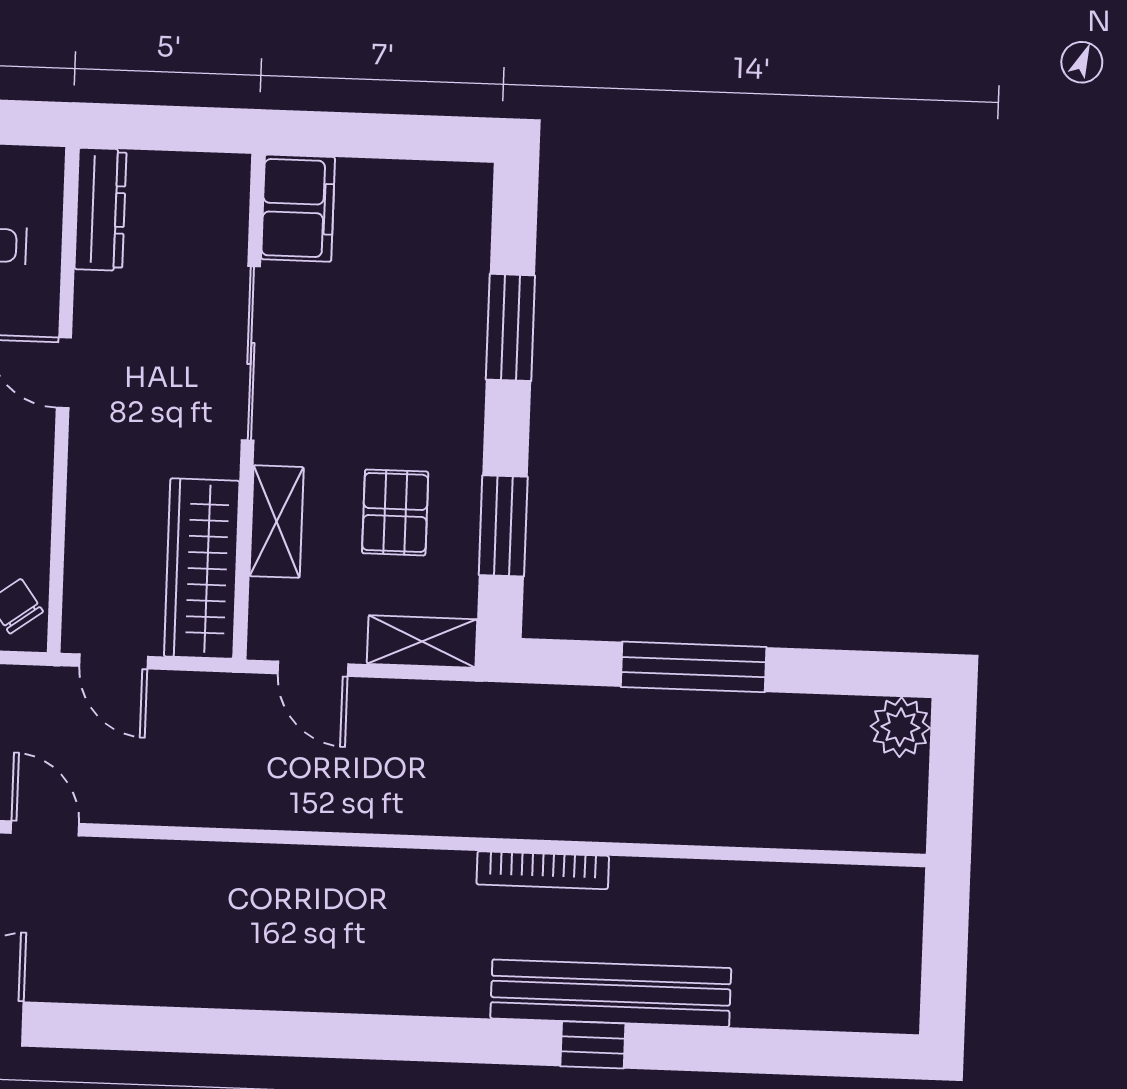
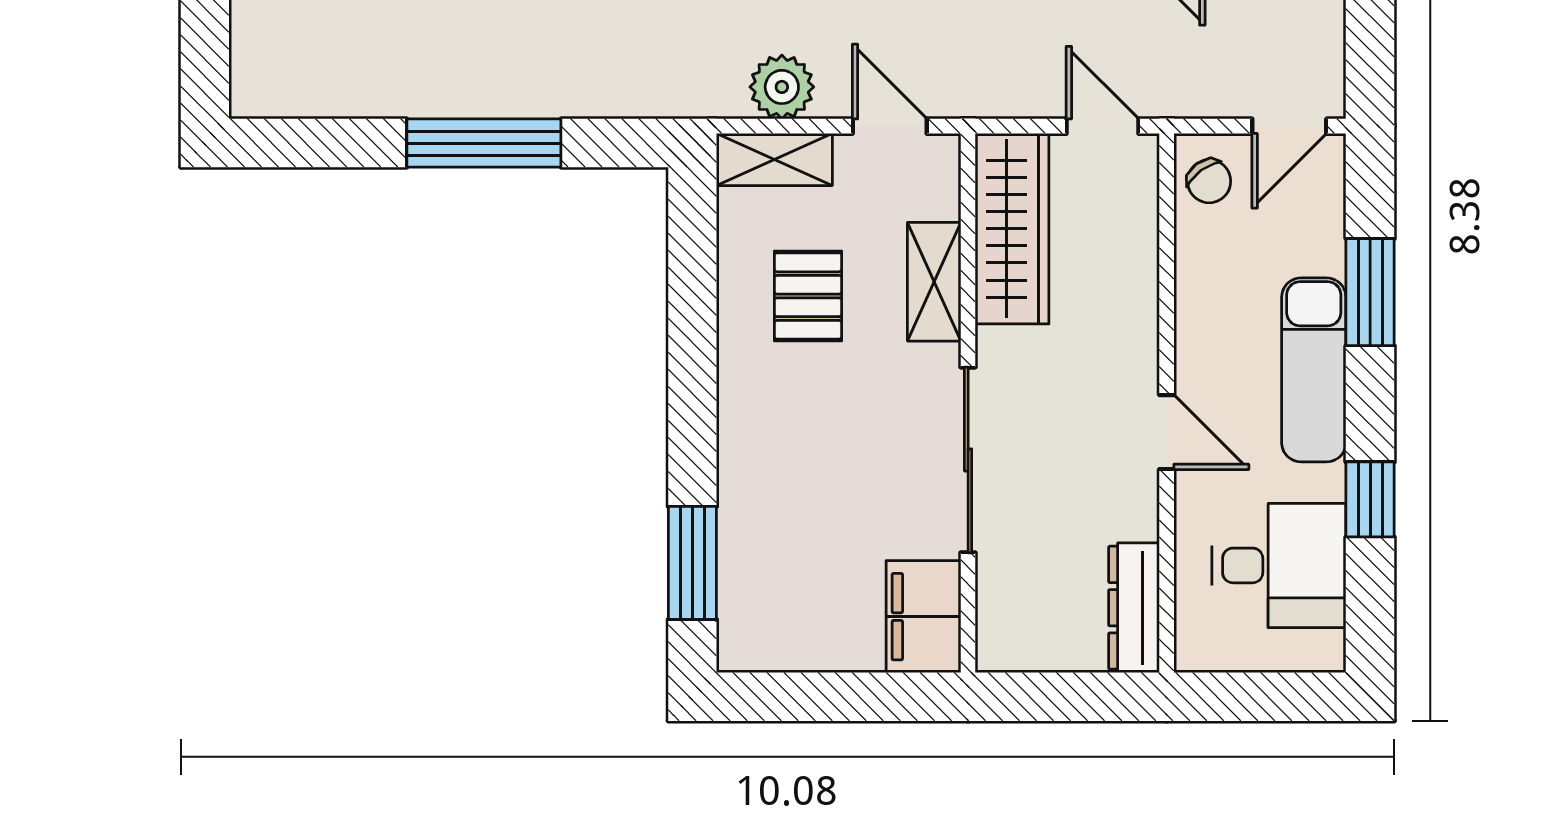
window: (510, 327) -> (692, 563), moved
window: (503, 526) -> (692, 286), removed
plant: (900, 727) -> (782, 87), moved

